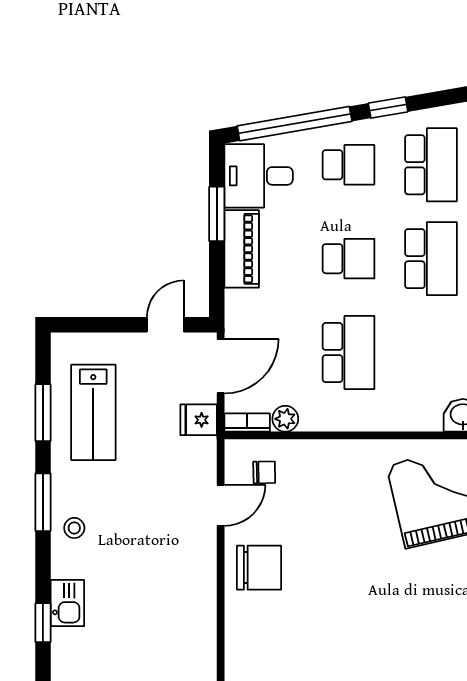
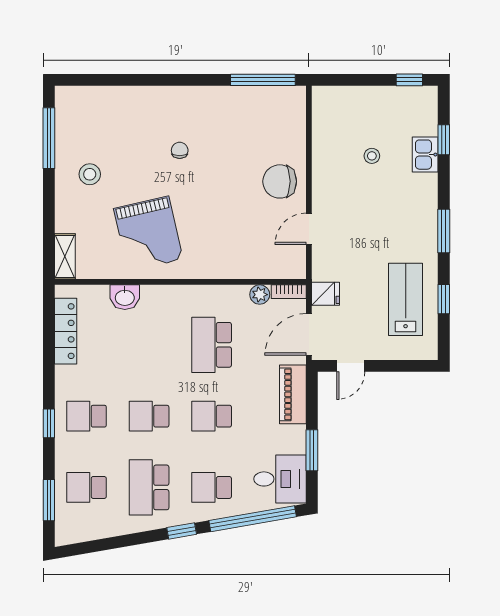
piano: (242, 249) -> (293, 394), moved
school desk: (431, 259) -> (149, 416), width x0.54
window: (43, 413) -> (444, 299), width x0.67
chair: (264, 472) -> (180, 150), moved, turned 91
stool: (74, 528) -> (372, 156), moved

